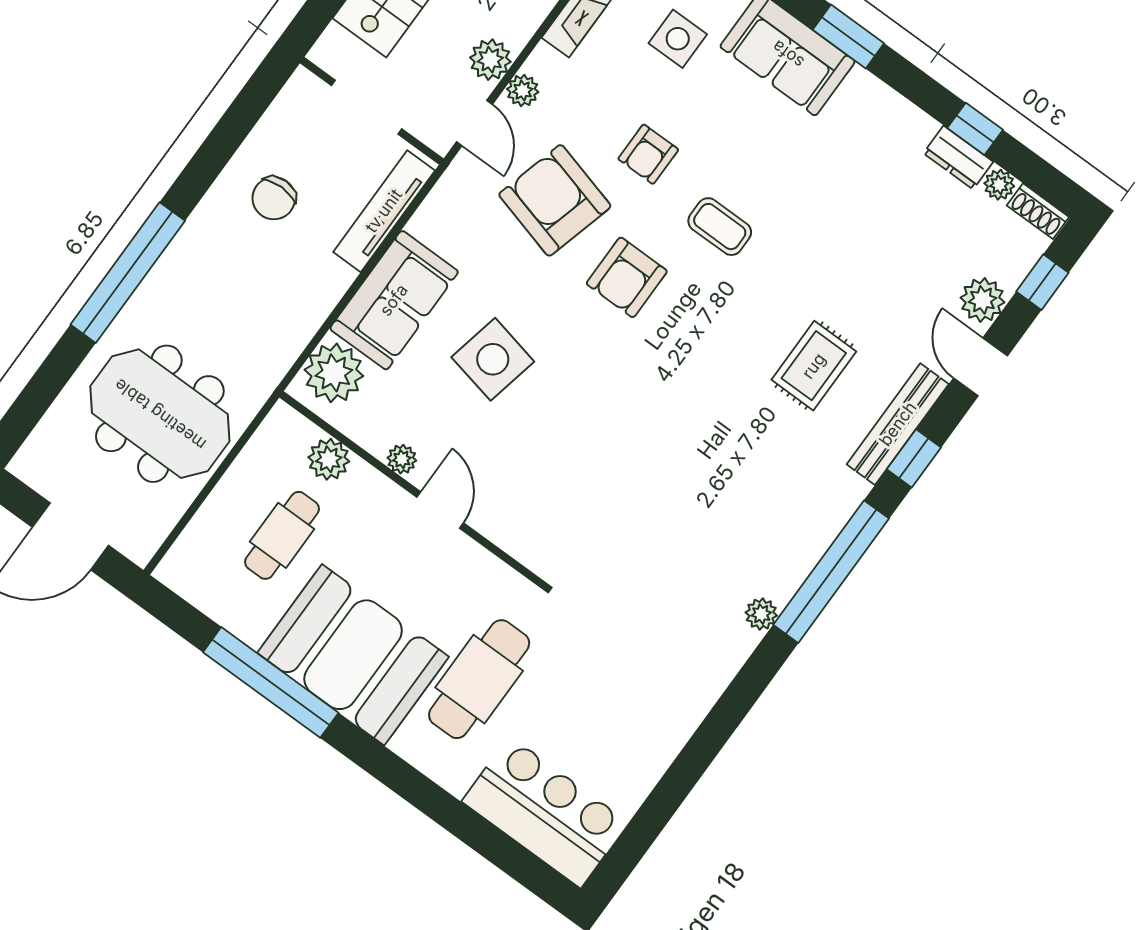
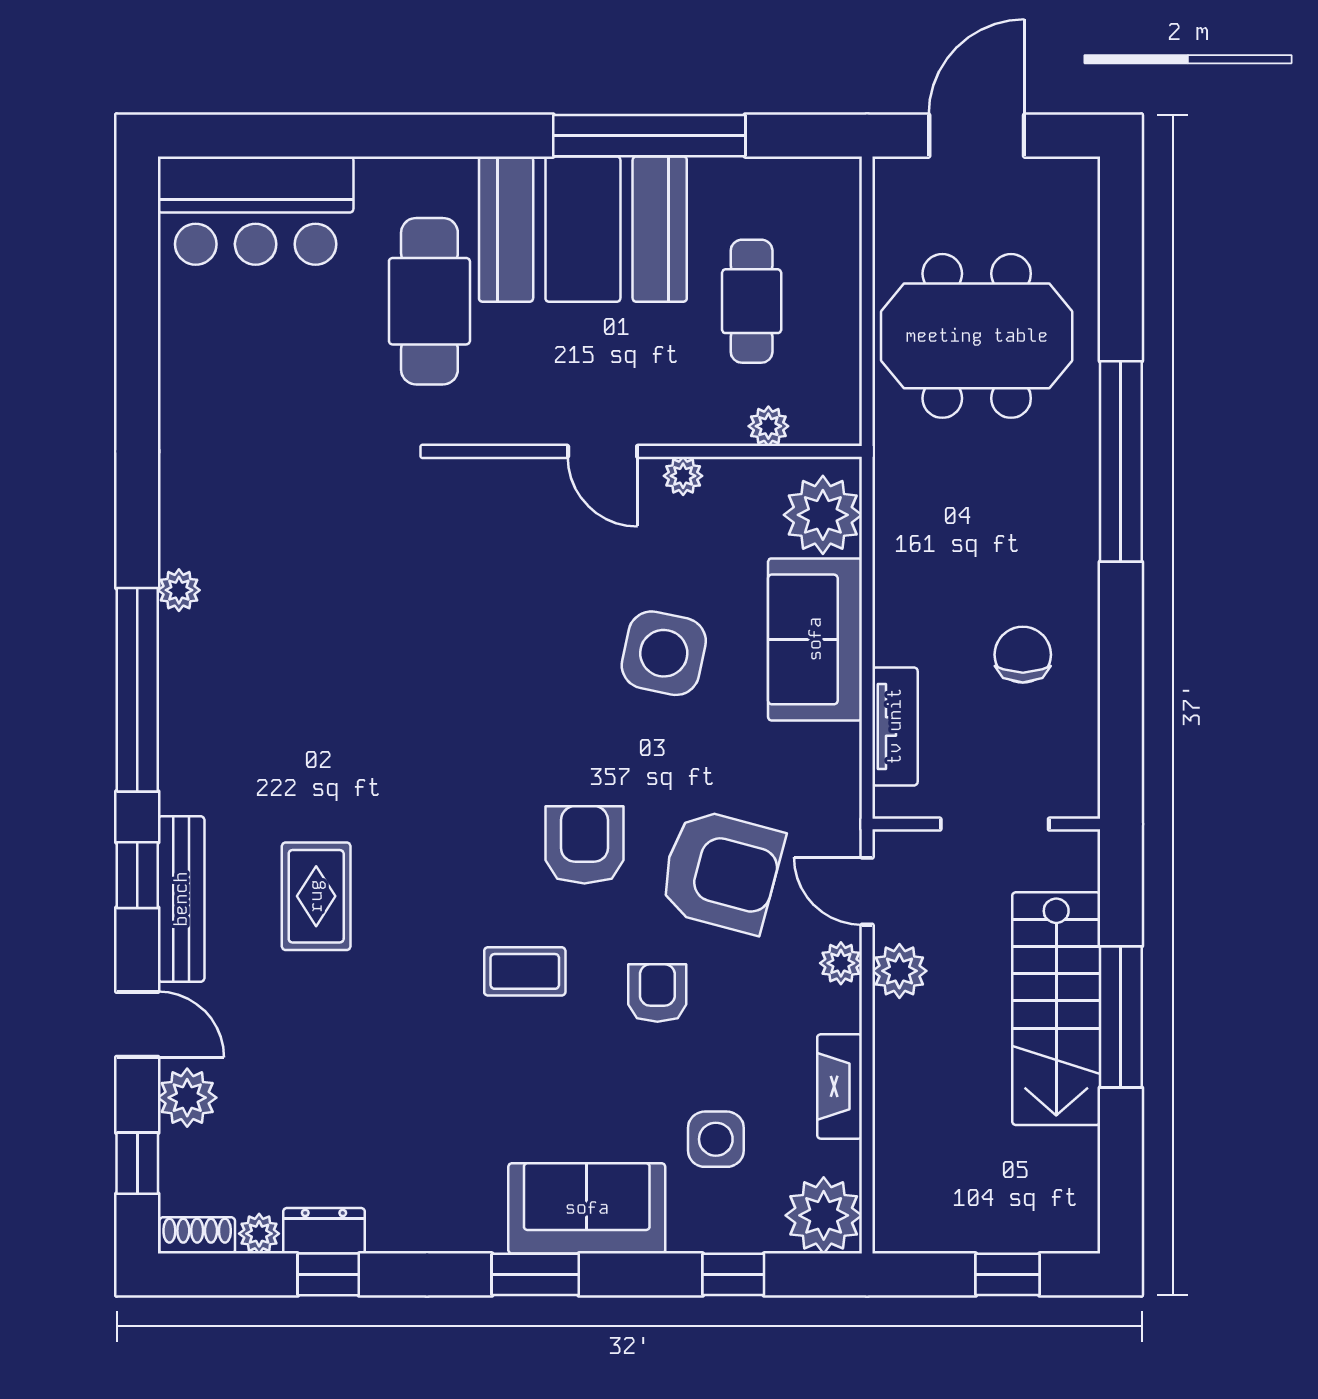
tv unit: (384, 211) -> (895, 726), width x0.71
plant: (329, 459) -> (768, 426), width x0.73, depth x0.73

